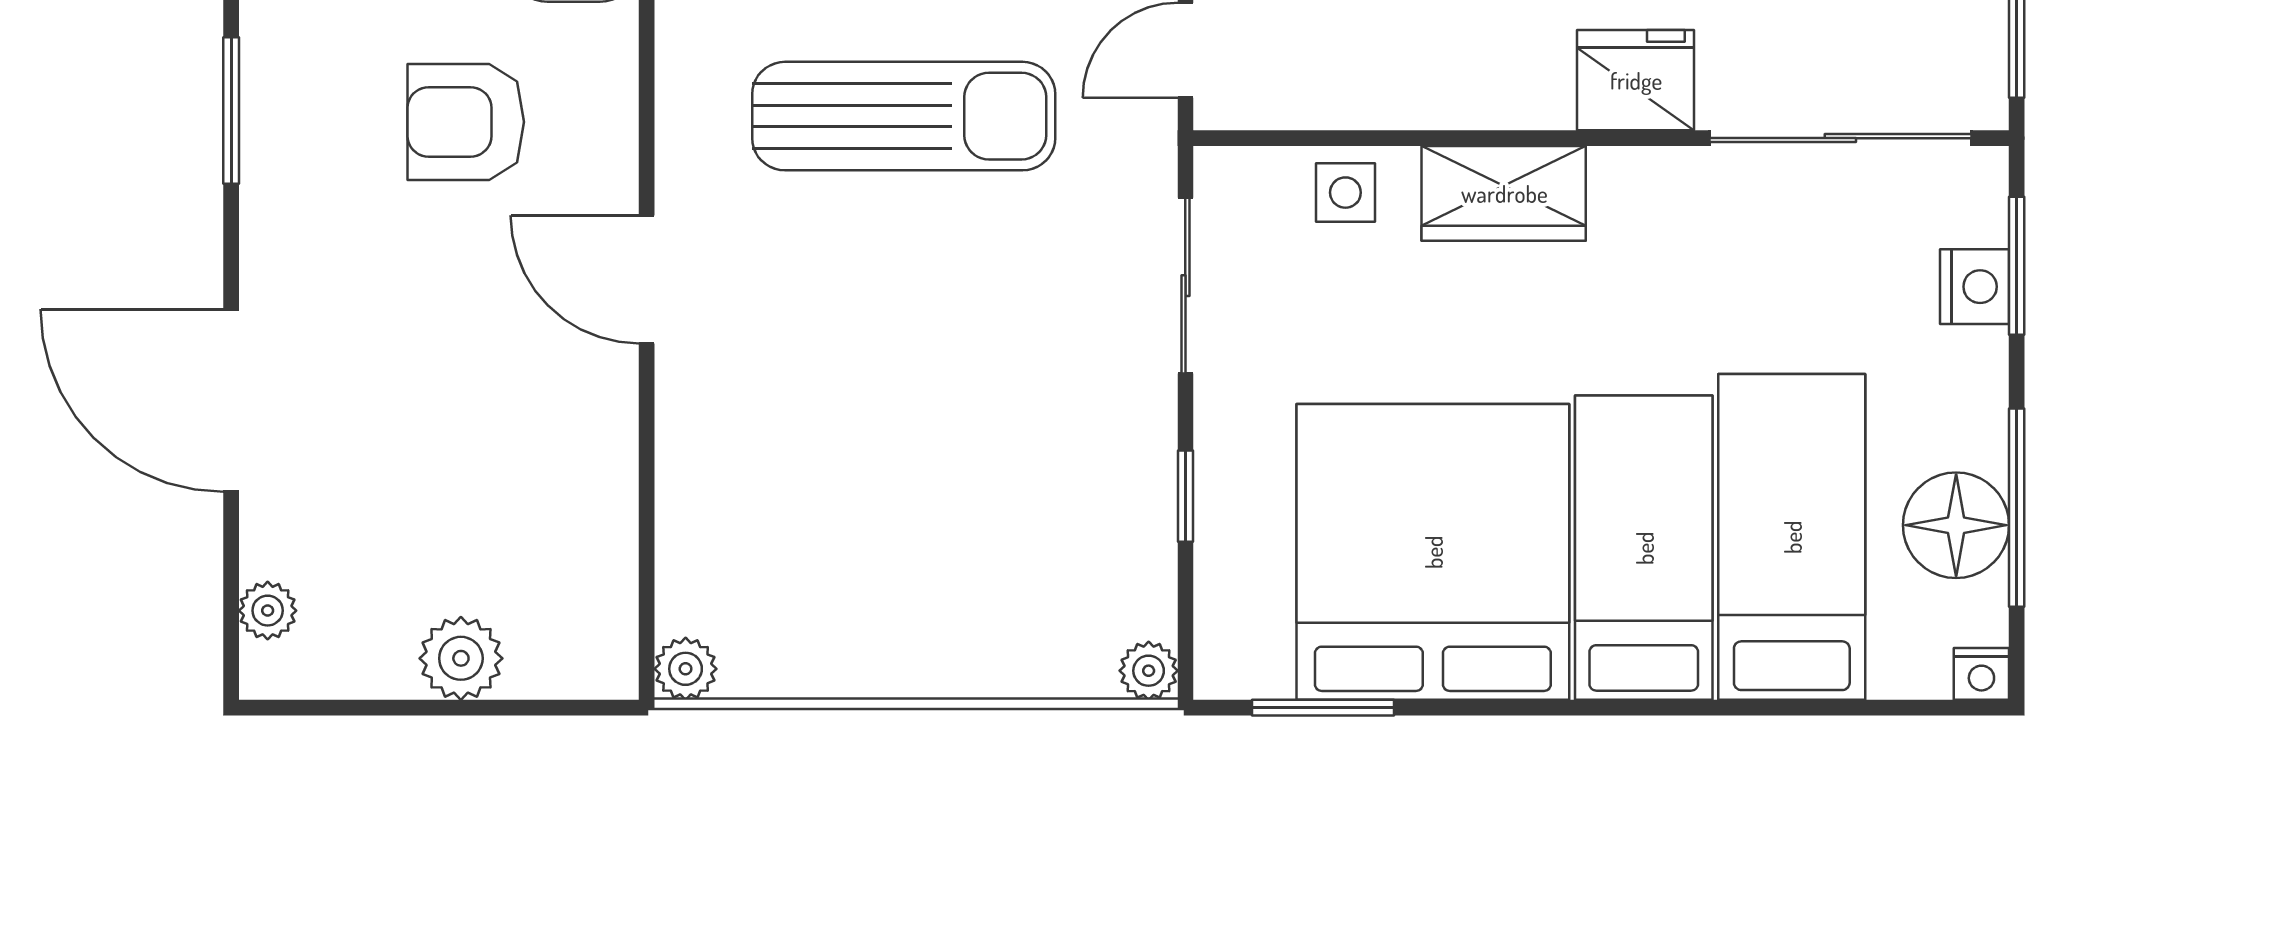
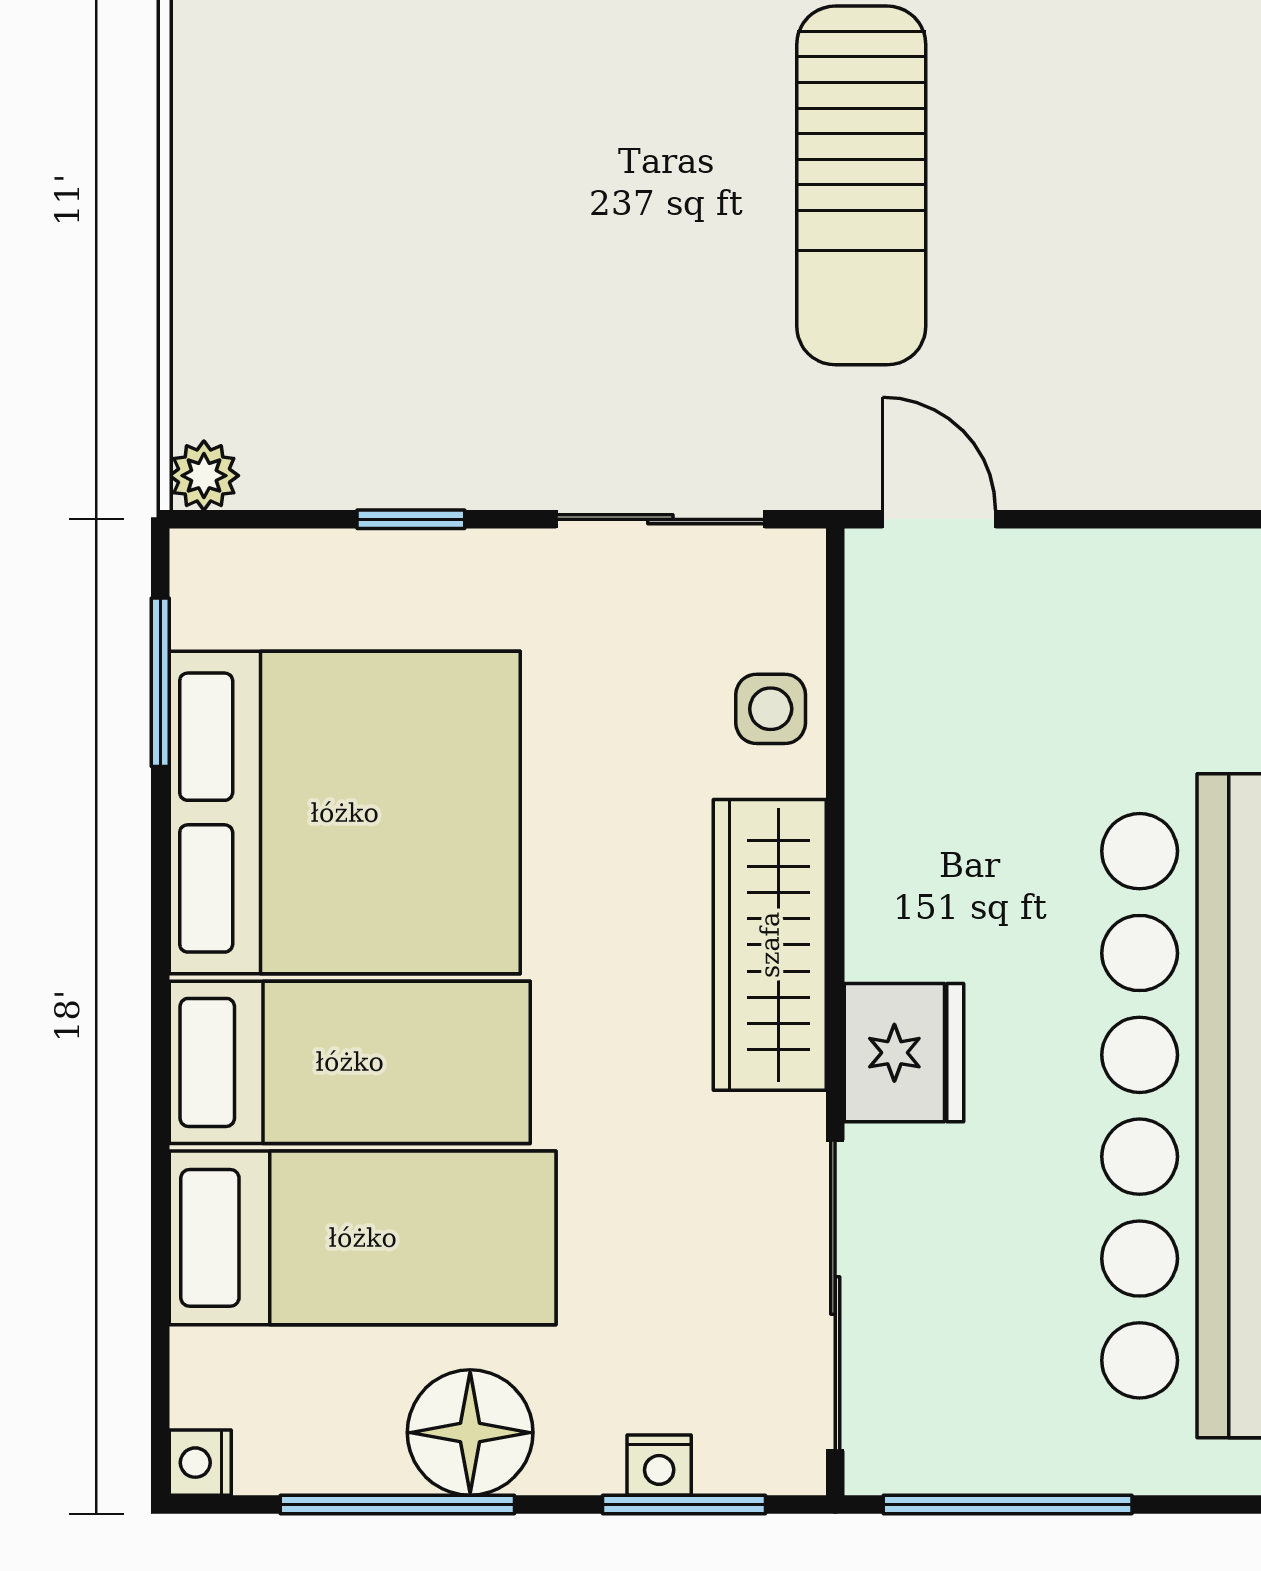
wardrobe: (1504, 193) -> (770, 945), width x1.50
nightstand: (1975, 287) -> (659, 1465), width x0.72, depth x0.74
floor lamp: (1956, 525) -> (470, 1433), moved

